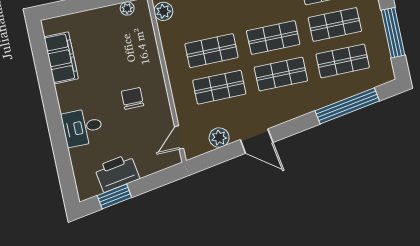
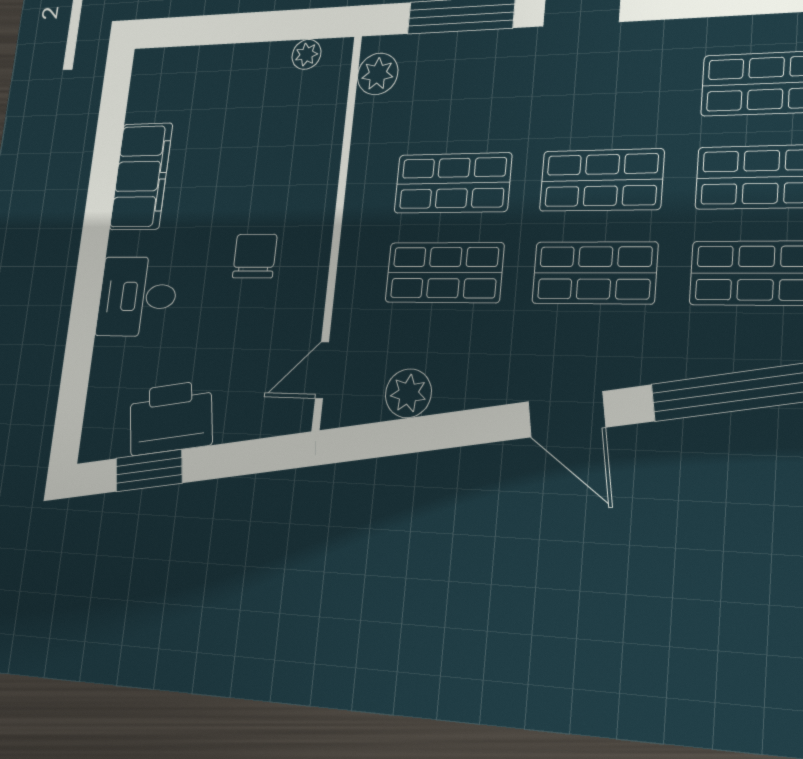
filing cabinet: (61, 58) -> (141, 176), moved
door: (257, 141) -> (567, 414), moved

